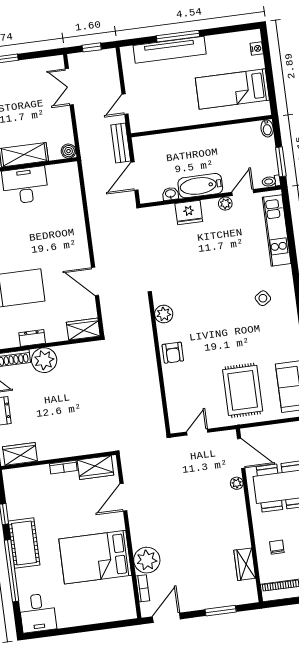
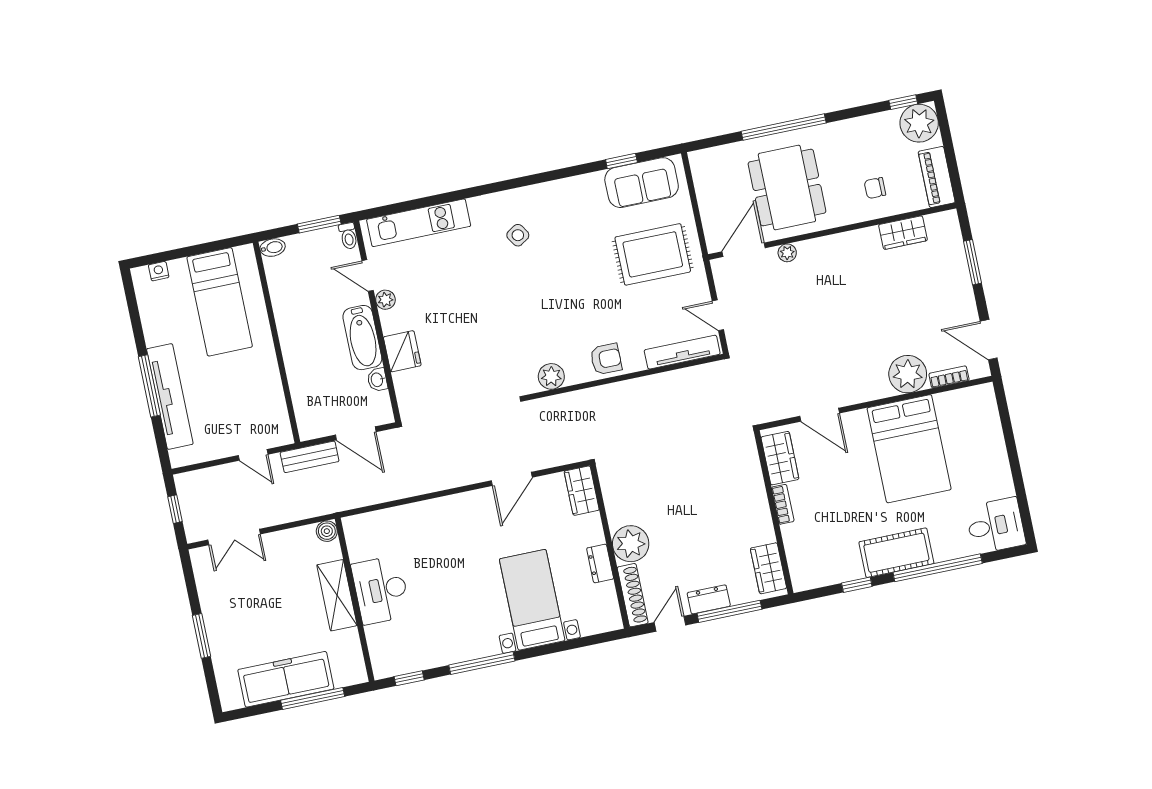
tv unit: (174, 406) -> (682, 352), added

